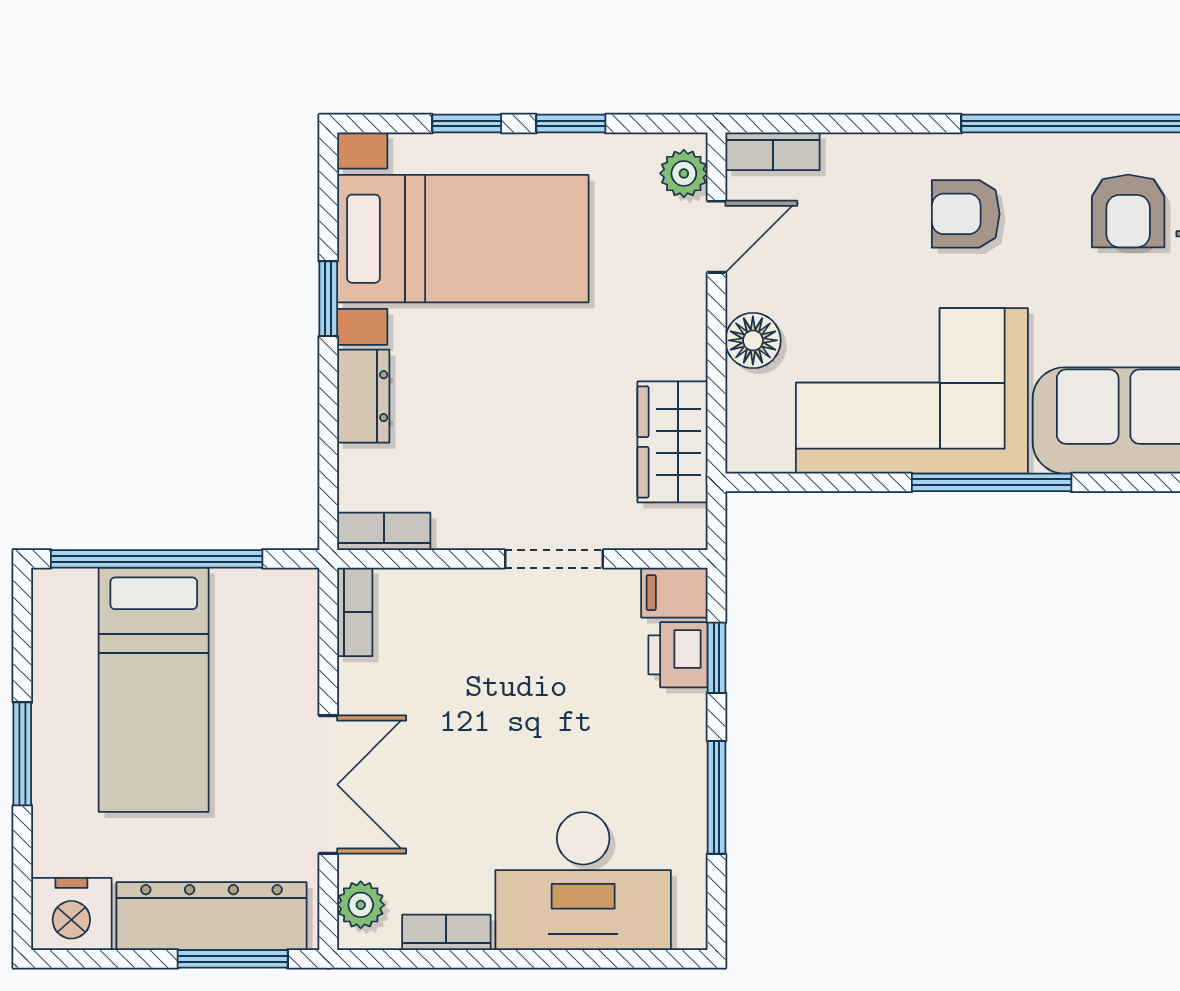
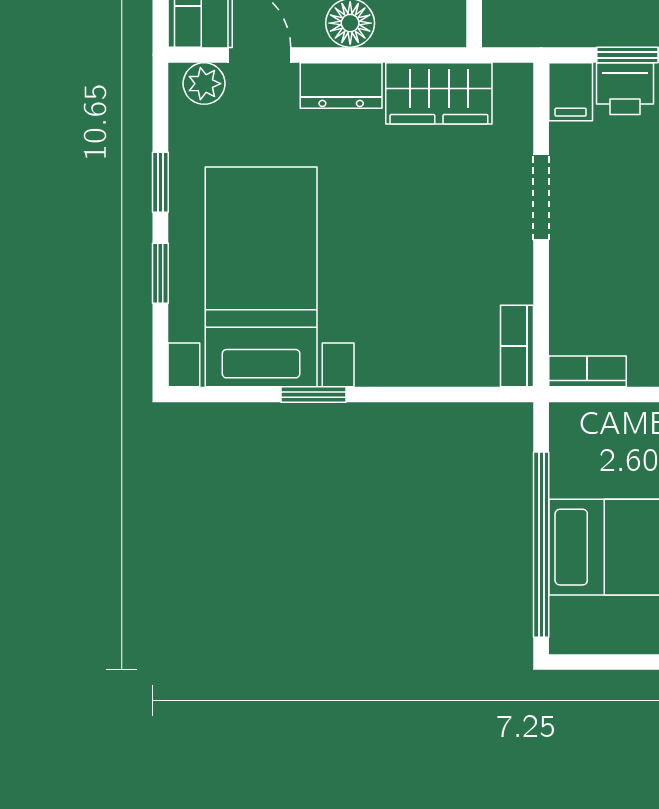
dresser: (363, 396) -> (341, 86), moved, turned 180

